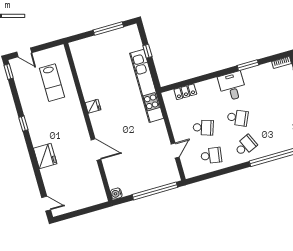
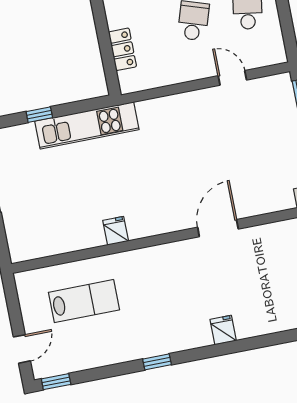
kitchen unit: (147, 86) -> (87, 125), width x0.73
fridge: (93, 106) -> (116, 231), moved
fridge: (45, 156) -> (223, 330), width x0.53, depth x0.75

